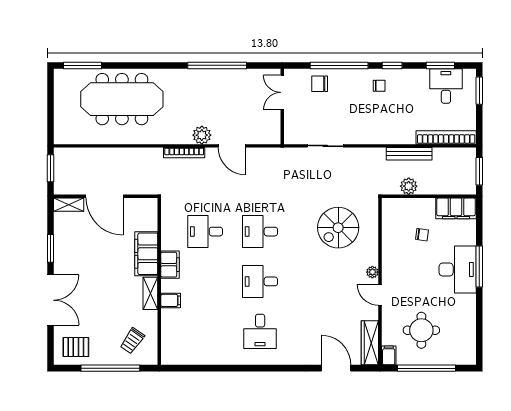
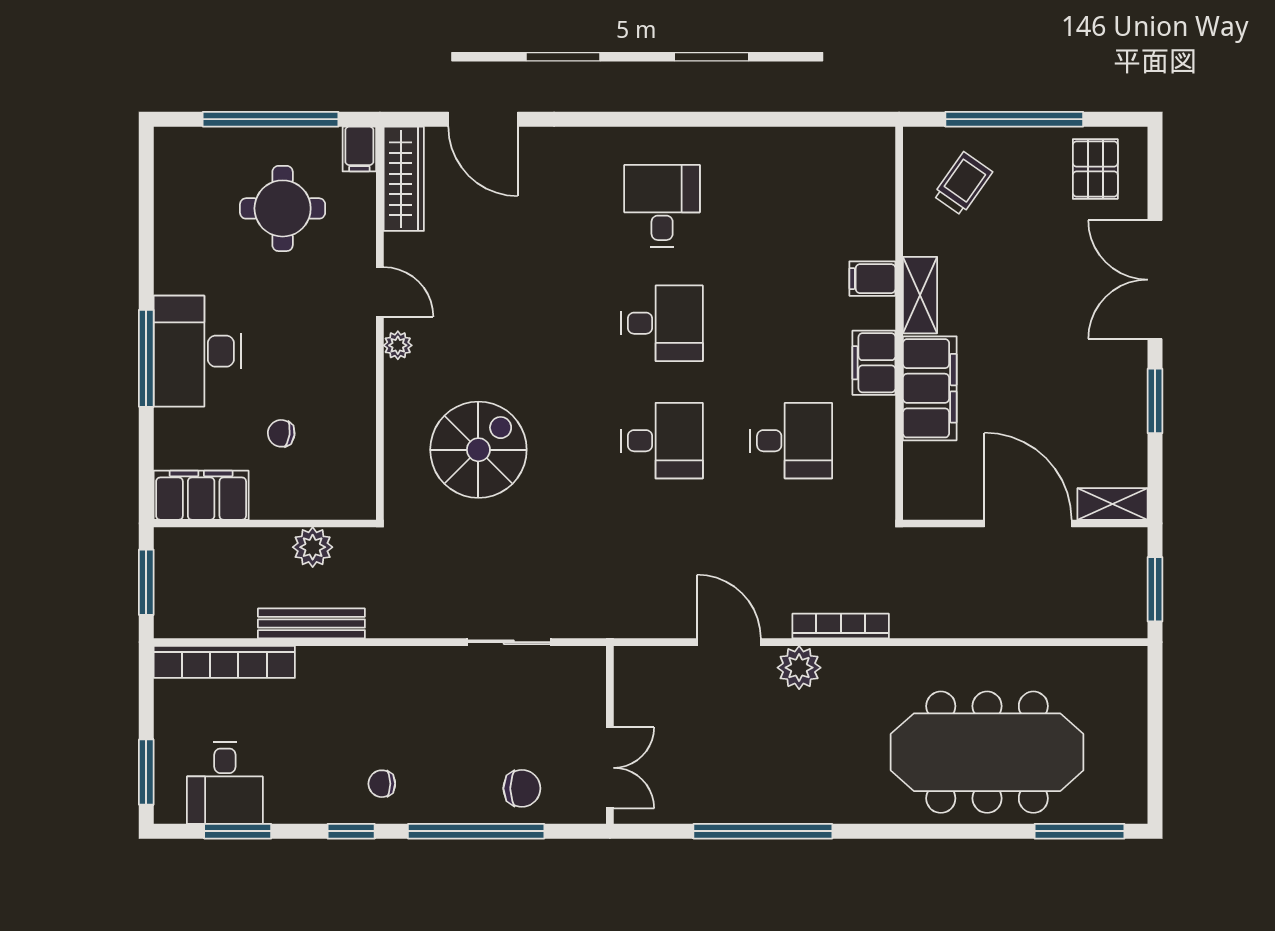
pallet: (76, 347) -> (1095, 169), turned 90

